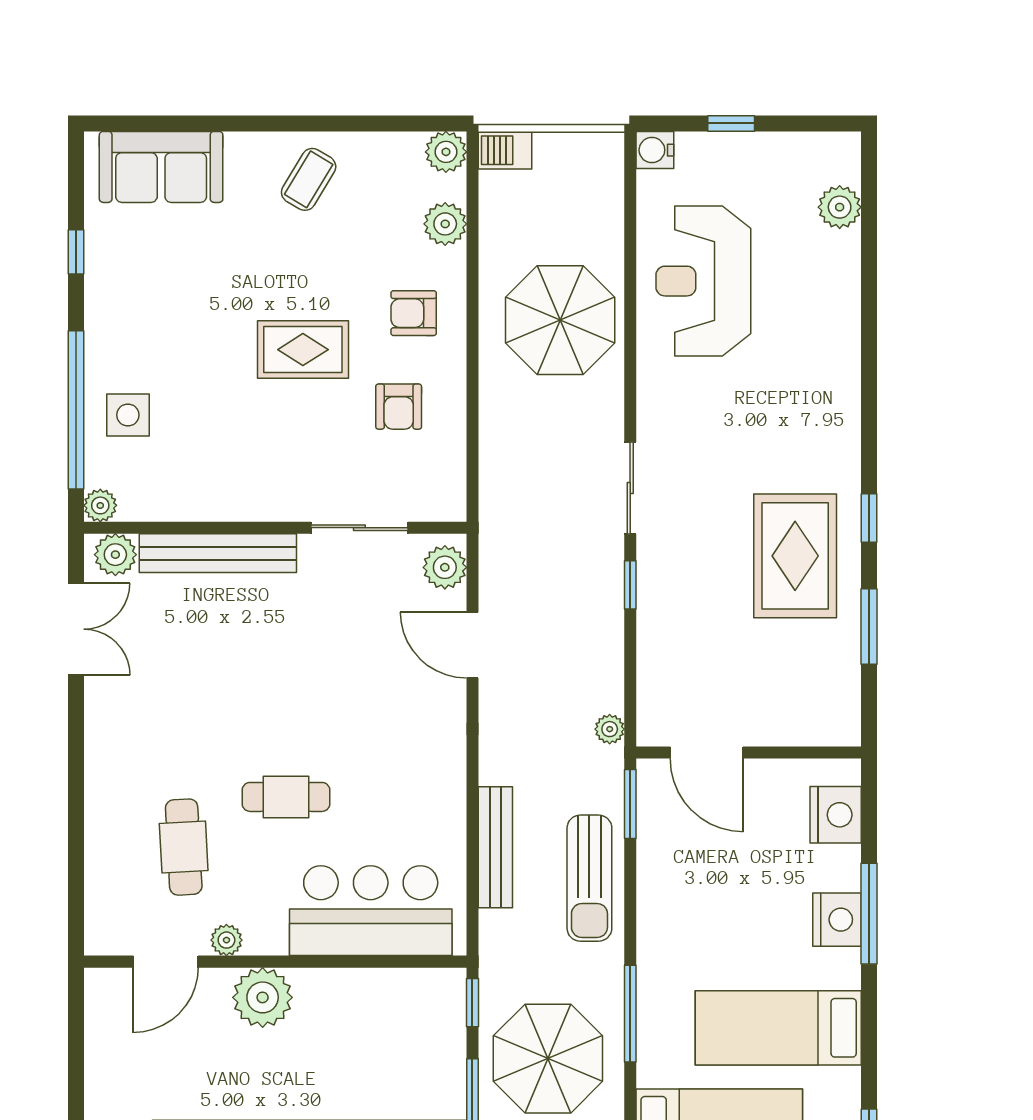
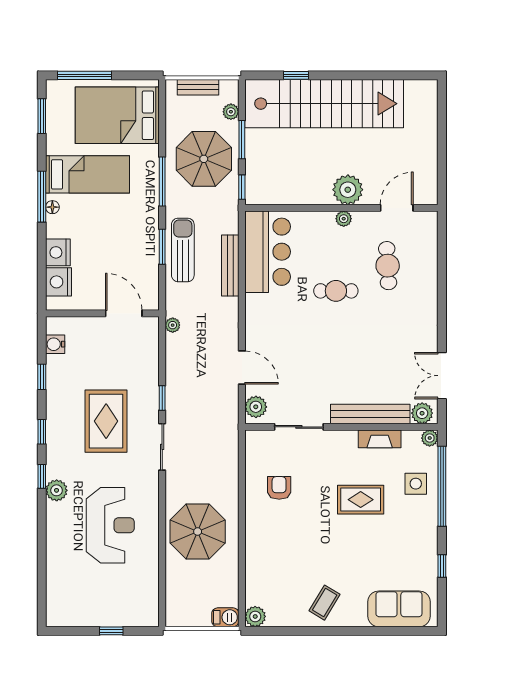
water cooler: (655, 150) -> (55, 344), moved, turned 180
plant: (840, 207) -> (57, 490), moved
plant: (445, 224) -> (256, 580), removed
reception desk: (703, 281) -> (110, 525), moved
armchair: (414, 313) -> (272, 535), removed
rug: (303, 350) -> (361, 500), moved
window: (869, 430) -> (42, 476), added
fireplace: (200, 504) -> (380, 439), added
rug: (795, 556) -> (106, 421), moved
window: (869, 627) -> (42, 377), width x0.67
window: (630, 804) -> (162, 247), moved
bar counter: (371, 911) -> (268, 252), moved, turned -90
window: (869, 914) -> (42, 197), moved
nightstand: (837, 920) -> (58, 252), moved
plant: (226, 940) -> (344, 219), moved
floor lamp: (848, 963) -> (52, 207), added

